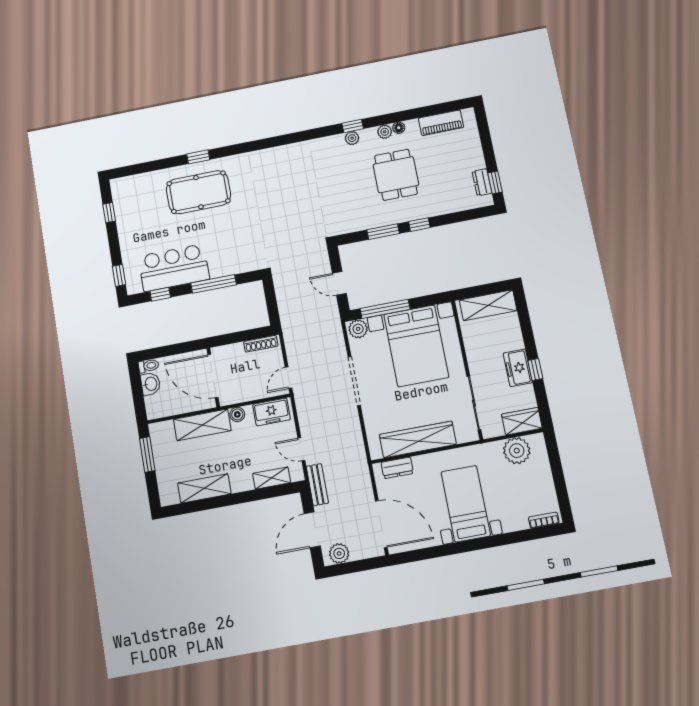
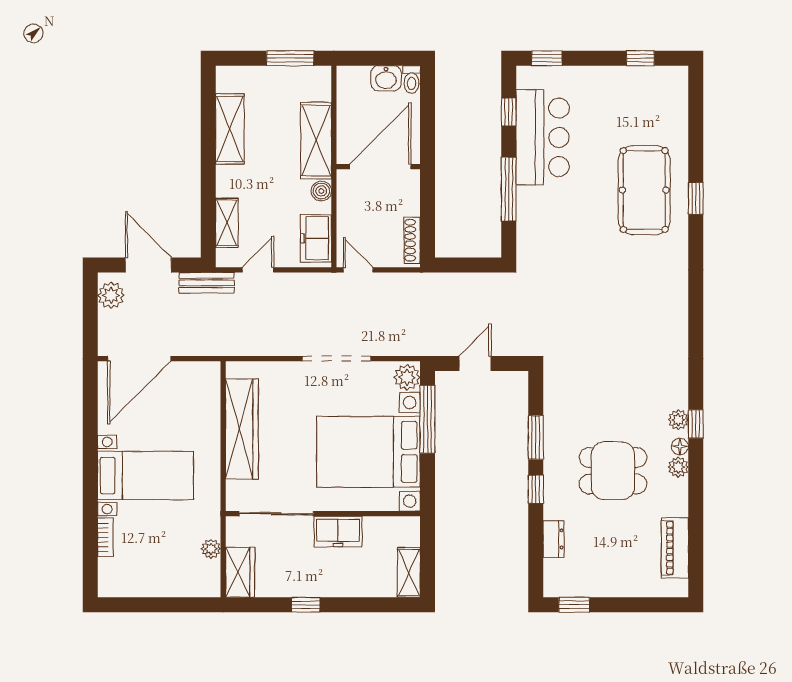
floor lamp: (399, 128) -> (680, 447), moved
dresser: (482, 182) -> (553, 539), moved, turned 90
shelving: (488, 305) -> (409, 572), width x0.67, depth x0.75
freezer: (518, 368) -> (338, 532), moved, turned 180
plant: (517, 451) -> (211, 549), width x0.53, depth x0.53
dresser: (397, 468) -> (209, 394), removed
bookcase: (544, 520) -> (105, 537), moved

